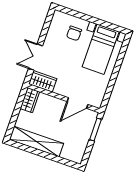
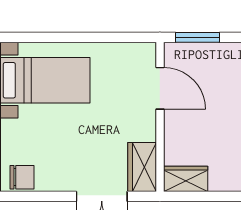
chair: (74, 33) -> (22, 177), moved

